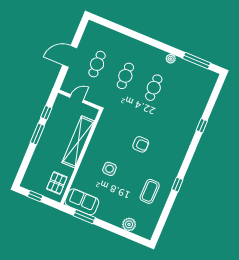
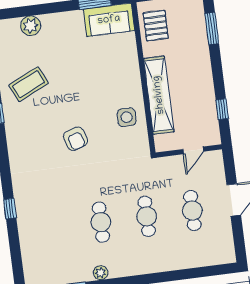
window: (37, 134) -> (212, 29), moved
armchair: (141, 144) -> (75, 139), turned -108
side table: (110, 169) -> (127, 117), moved
coffee table: (150, 191) -> (29, 84), turned 64

